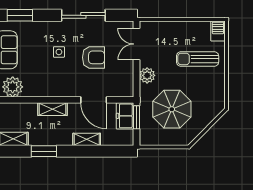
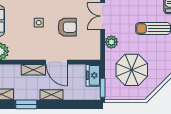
door: (94, 100) -> (57, 62), moved
window: (137, 117) -> (103, 88), moved
shelving: (87, 139) -> (51, 95), moved

